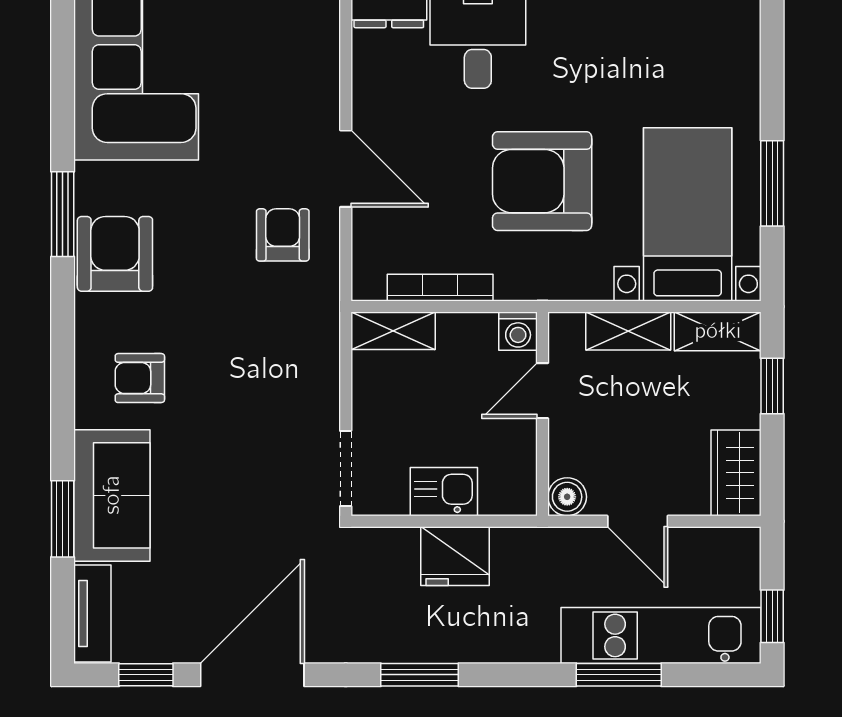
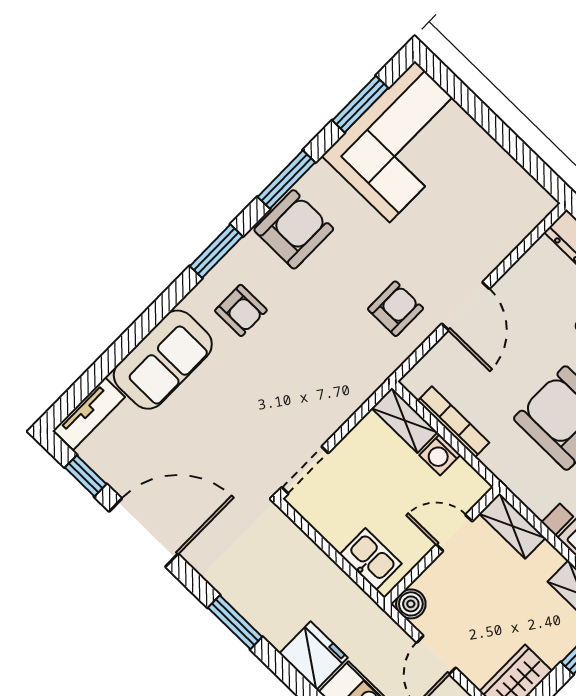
window: (63, 76) -> (360, 104), added
washing machine: (518, 331) -> (440, 455), moved
shelving: (628, 331) -> (512, 526), moved
armchair: (140, 378) -> (241, 310), turned 180
kitchen sink: (444, 492) -> (371, 559), moved
window: (63, 519) -> (216, 251), moved
fridge: (455, 556) -> (313, 656), moved, turned 180

